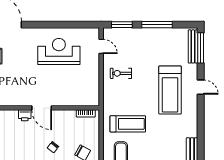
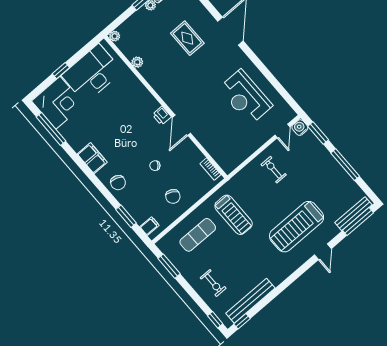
water cooler: (108, 33) -> (300, 128), added
reception desk: (59, 51) -> (245, 97), turned 180

